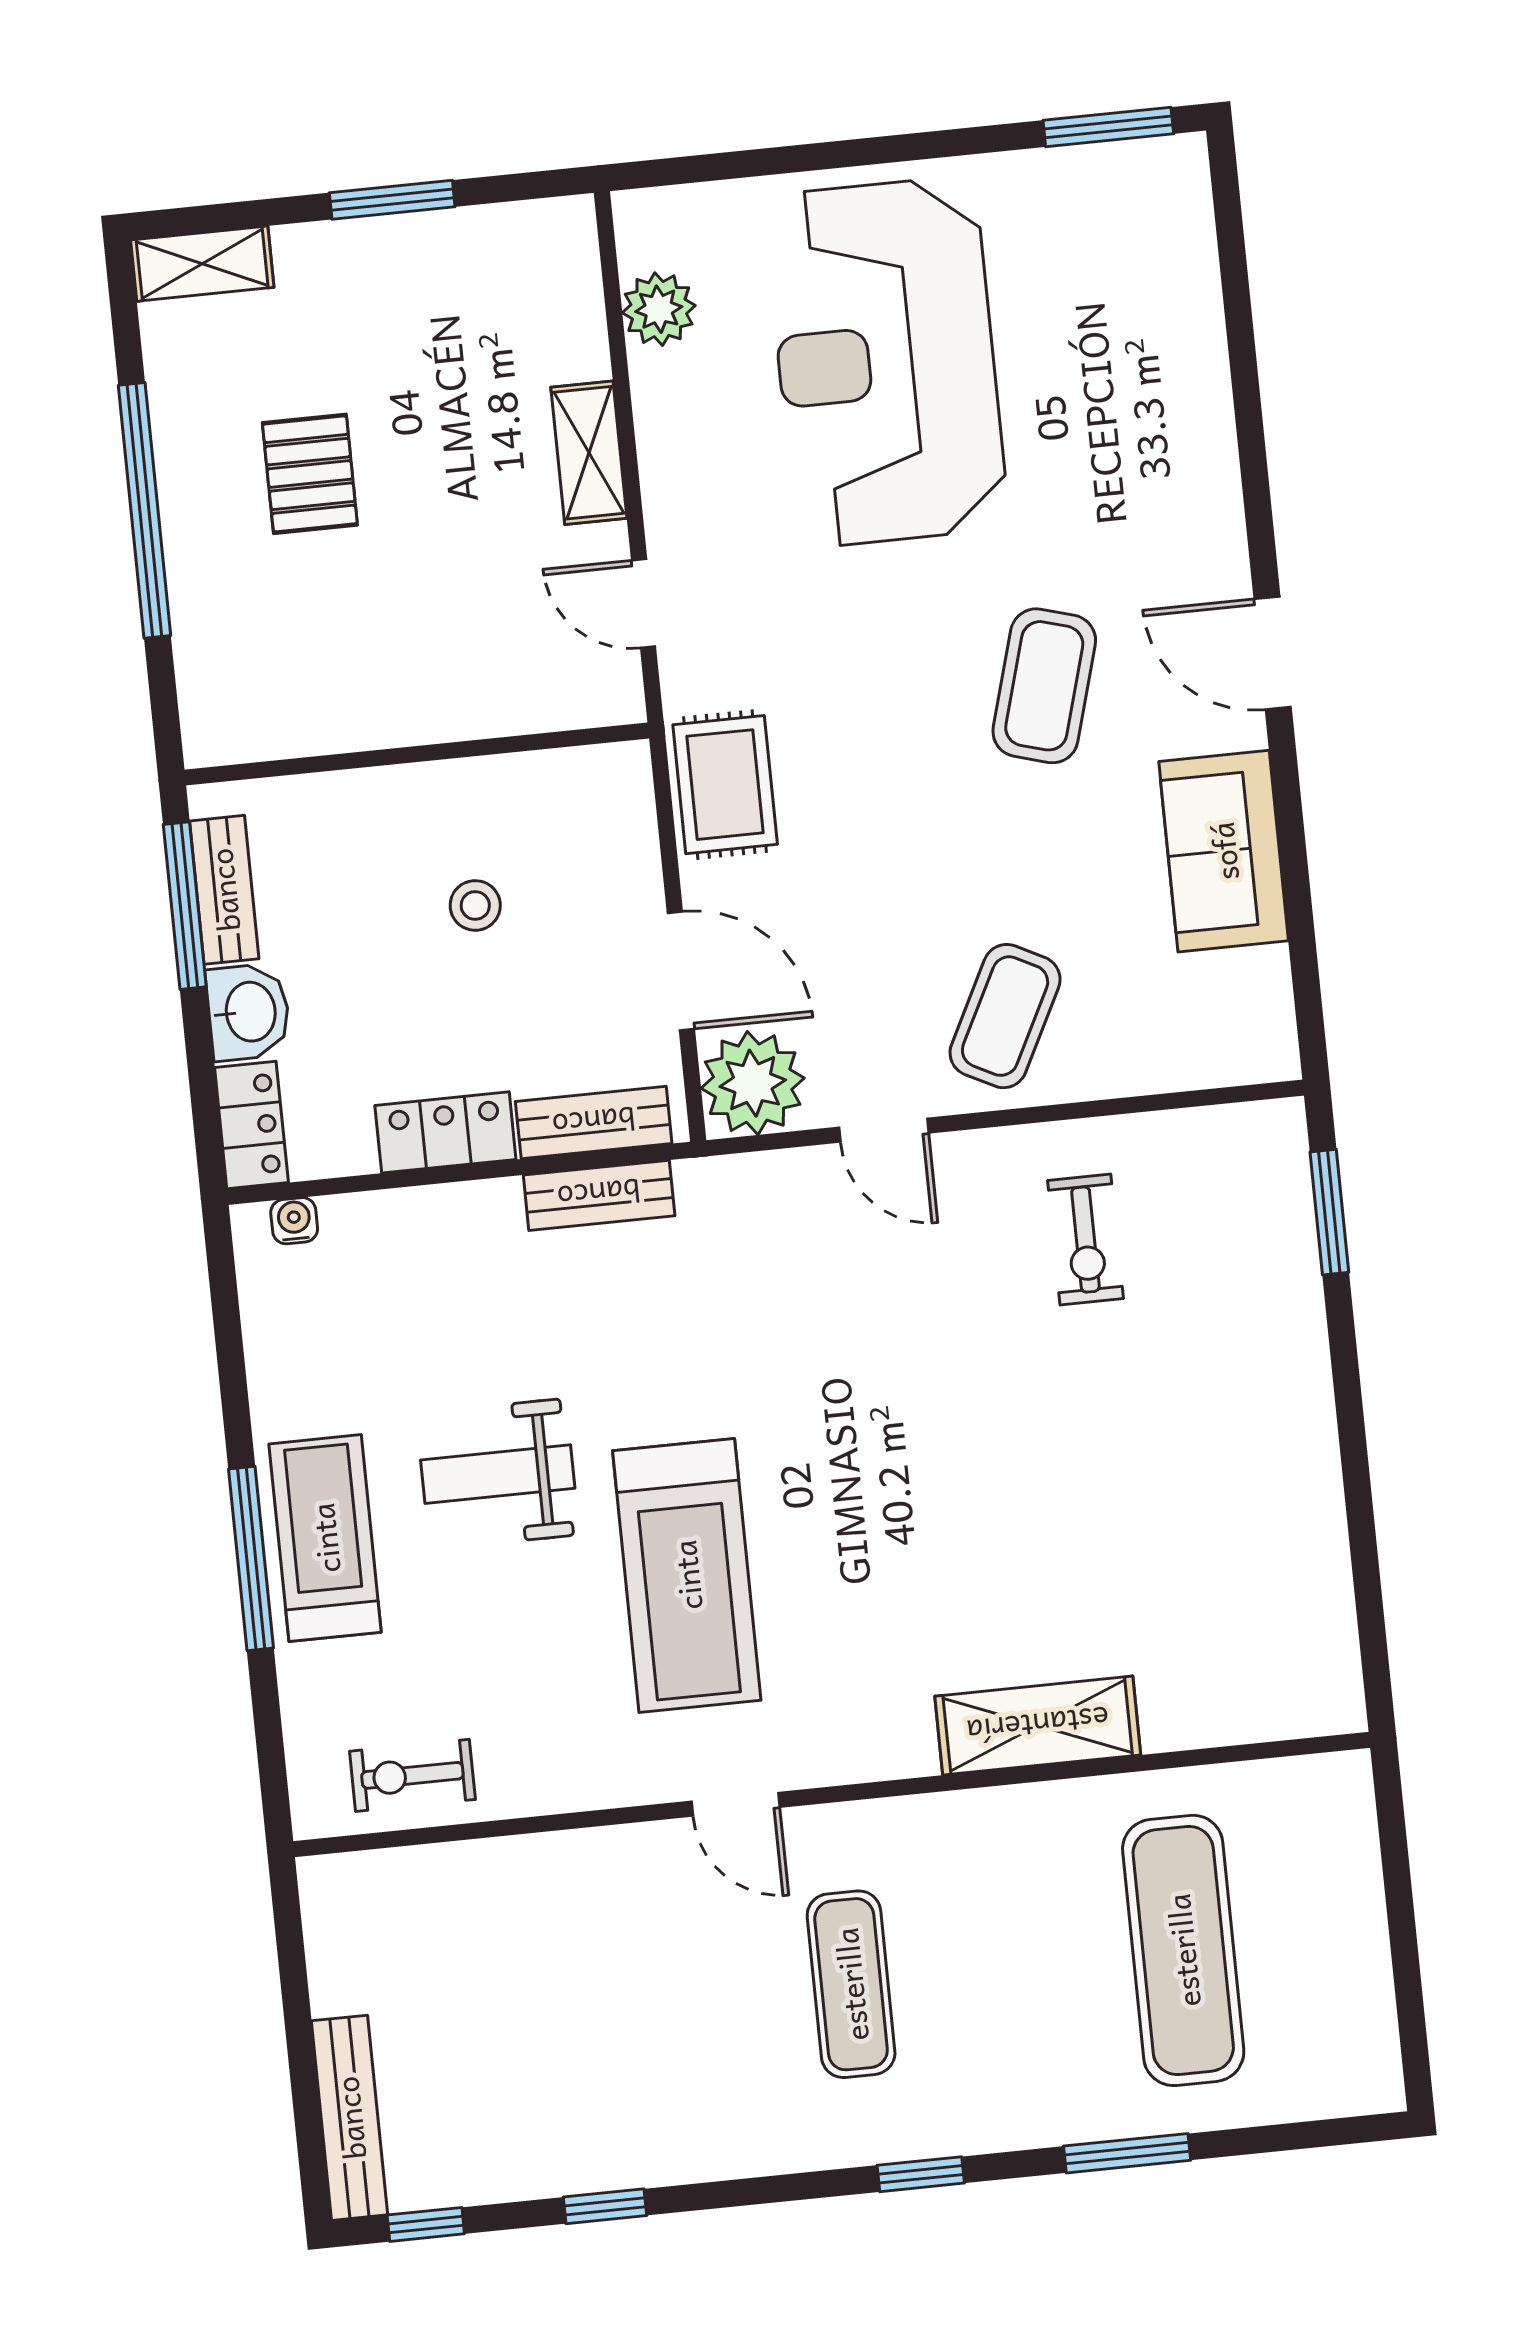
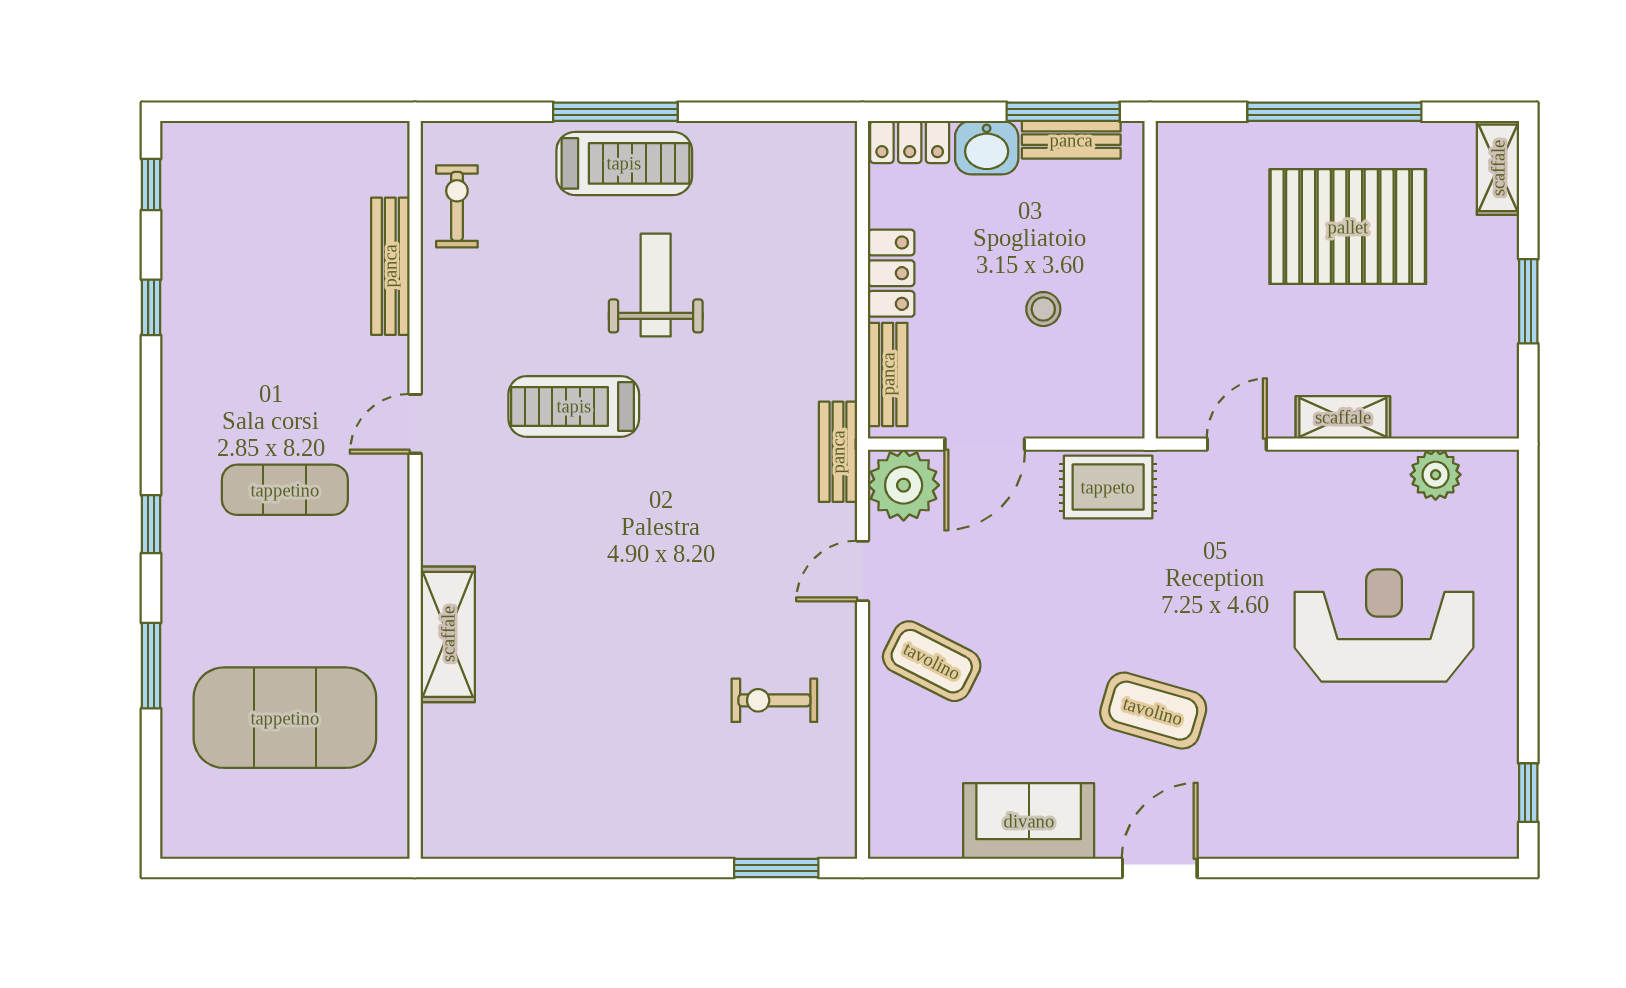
window: (1108, 127) -> (1528, 793), width x0.67
reception desk: (886, 362) -> (1384, 626), width x0.74, depth x0.77
pallet: (310, 474) -> (1348, 227), width x2.05, depth x2.00
bench: (599, 1195) -> (838, 452), moved
water cooler: (294, 1221) -> (842, 164), removed
treadmill: (687, 1575) -> (574, 406), width x0.73, depth x0.73
exercise mat: (1183, 1950) -> (285, 718), width x1.47
bench: (350, 2118) -> (390, 266), moved, turned 90

